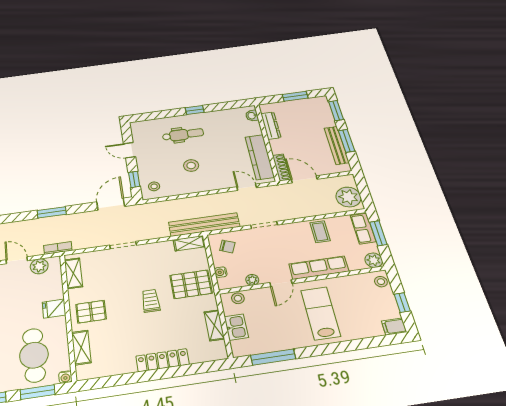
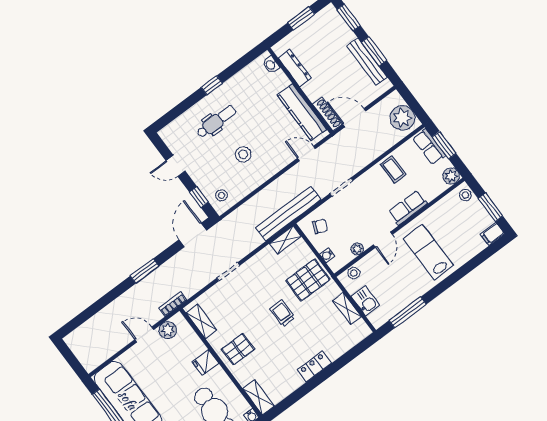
row of seats: (319, 268) -> (408, 208), width x0.68
window: (402, 303) -> (491, 207), width x1.50
shelving: (81, 348) -> (258, 397), moved
locker: (163, 360) -> (314, 366), width x0.66

